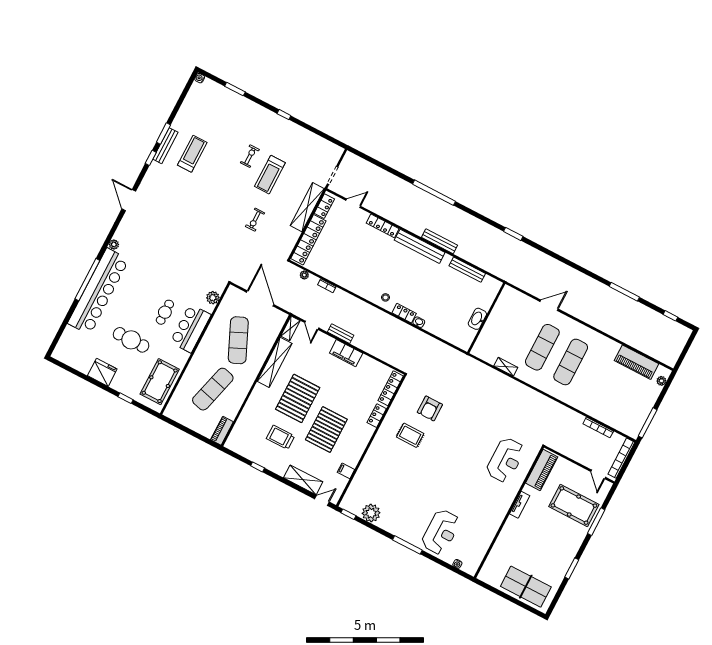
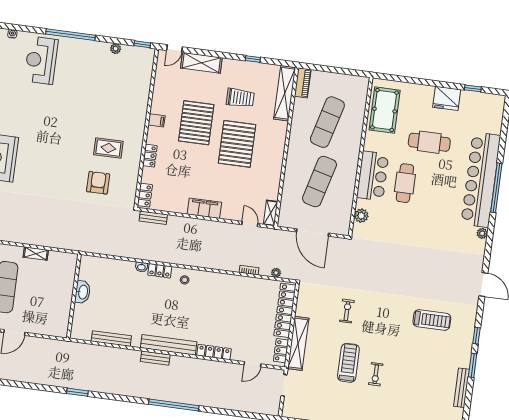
bench: (165, 146) -> (462, 388), moved
treadmill: (192, 154) -> (432, 320), moved, turned -90
bench: (439, 241) -> (155, 358), width x0.73
cafe table: (165, 312) -> (405, 183), width x1.37, depth x1.35
bench: (341, 334) -> (153, 218), moved
exercise mat: (238, 340) -> (319, 182), turned 39
shelving: (275, 362) -> (285, 93), moved
locker: (391, 388) -> (145, 195), width x0.66
window: (126, 398) -> (473, 88), moved
filing cabinet: (346, 471) -> (157, 120), moved
plant: (371, 513) -> (116, 49), width x0.53, depth x0.53
window: (407, 545) -> (71, 35), width x1.46

